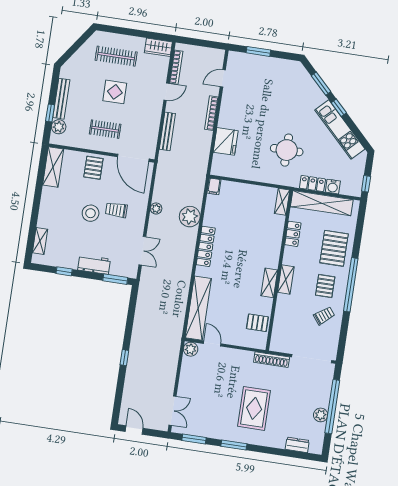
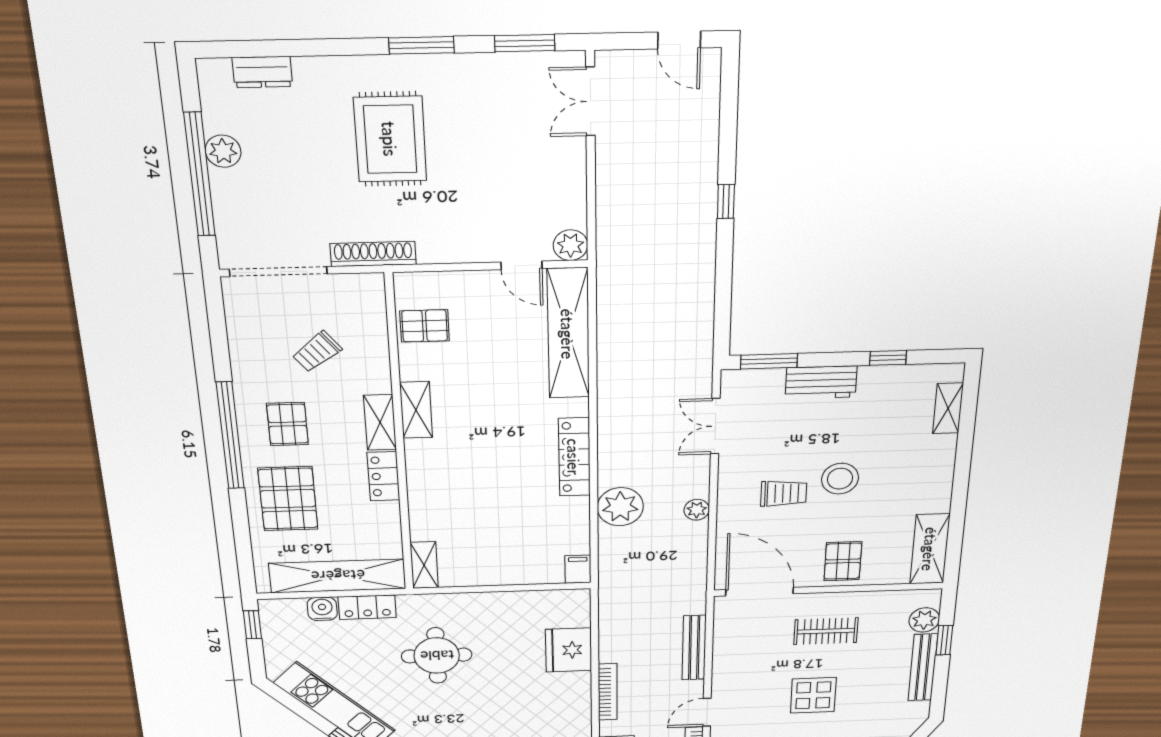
locker: (293, 234) -> (384, 476), moved
trolley: (324, 316) -> (317, 352), moved

